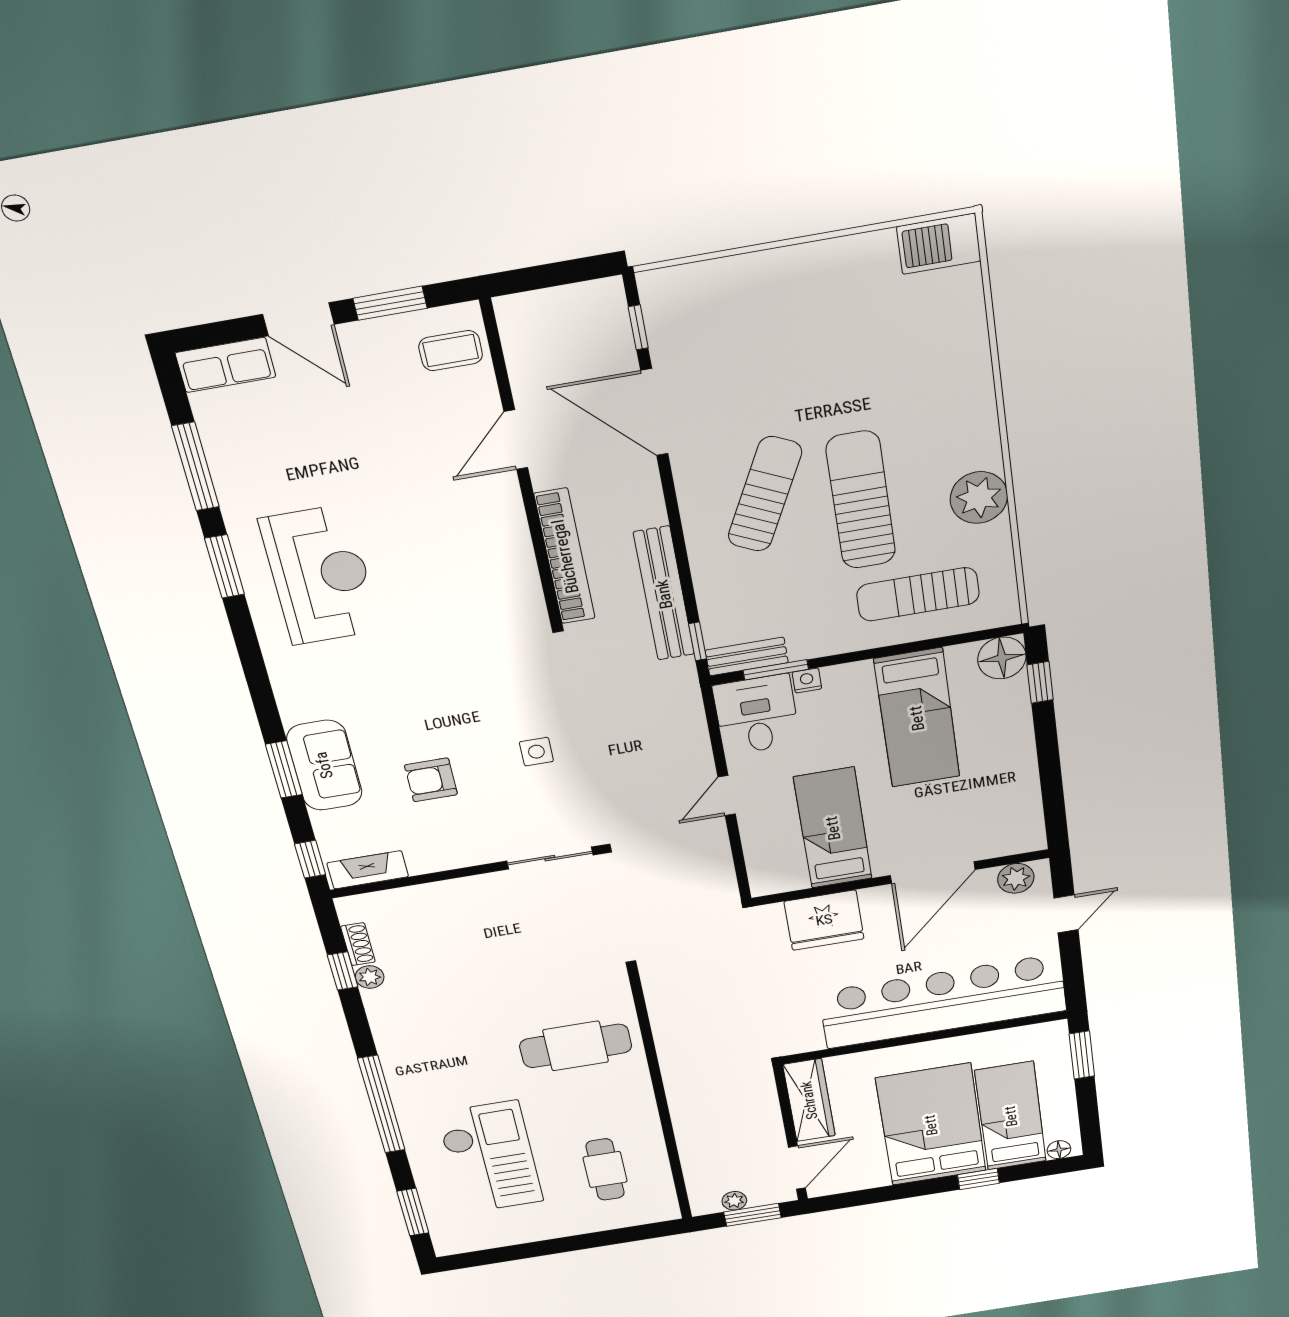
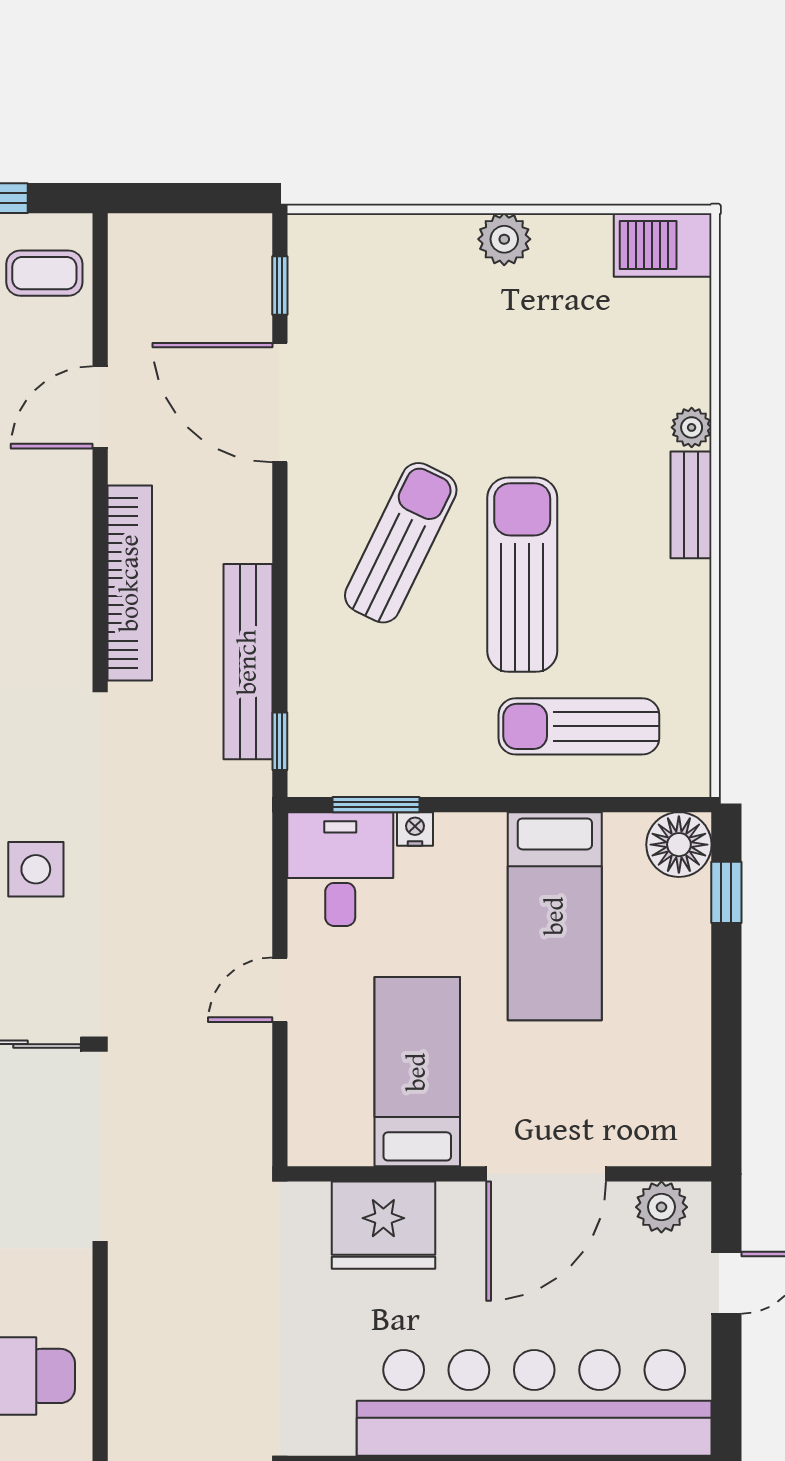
plant: (811, 262) -> (504, 239), added
plant: (979, 498) -> (692, 427), moved, width x0.53, depth x0.53
bench: (747, 656) -> (691, 505), moved, turned 90
side table: (536, 752) -> (36, 869), width x1.37, depth x1.37

